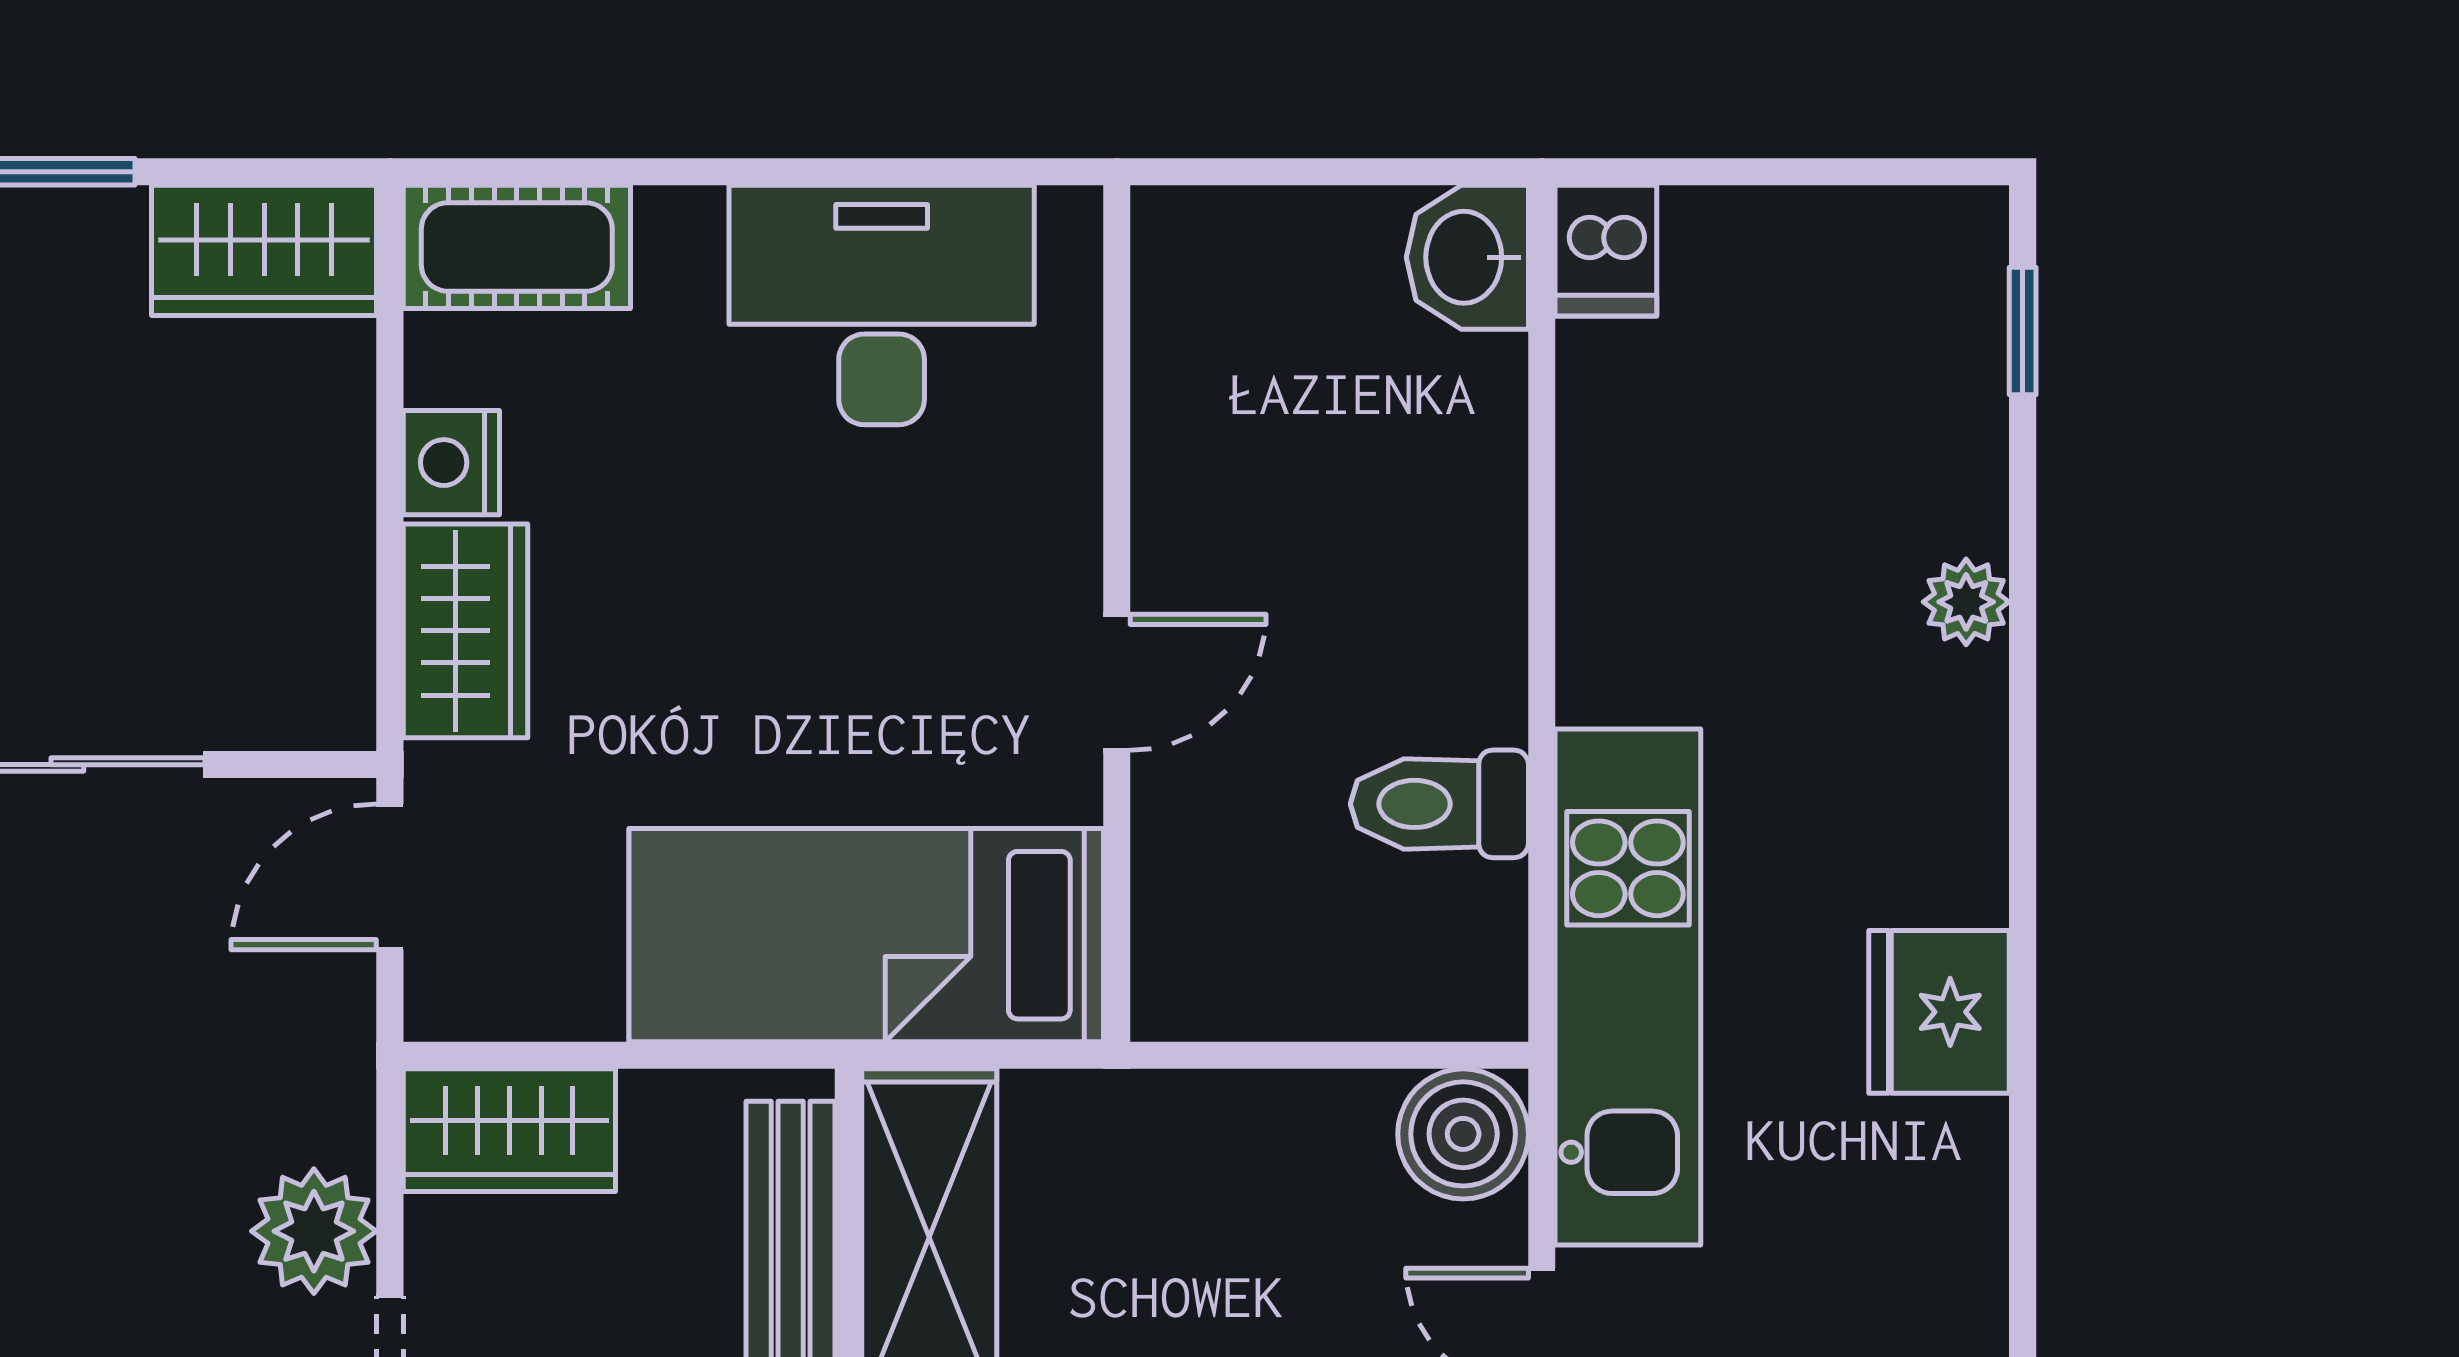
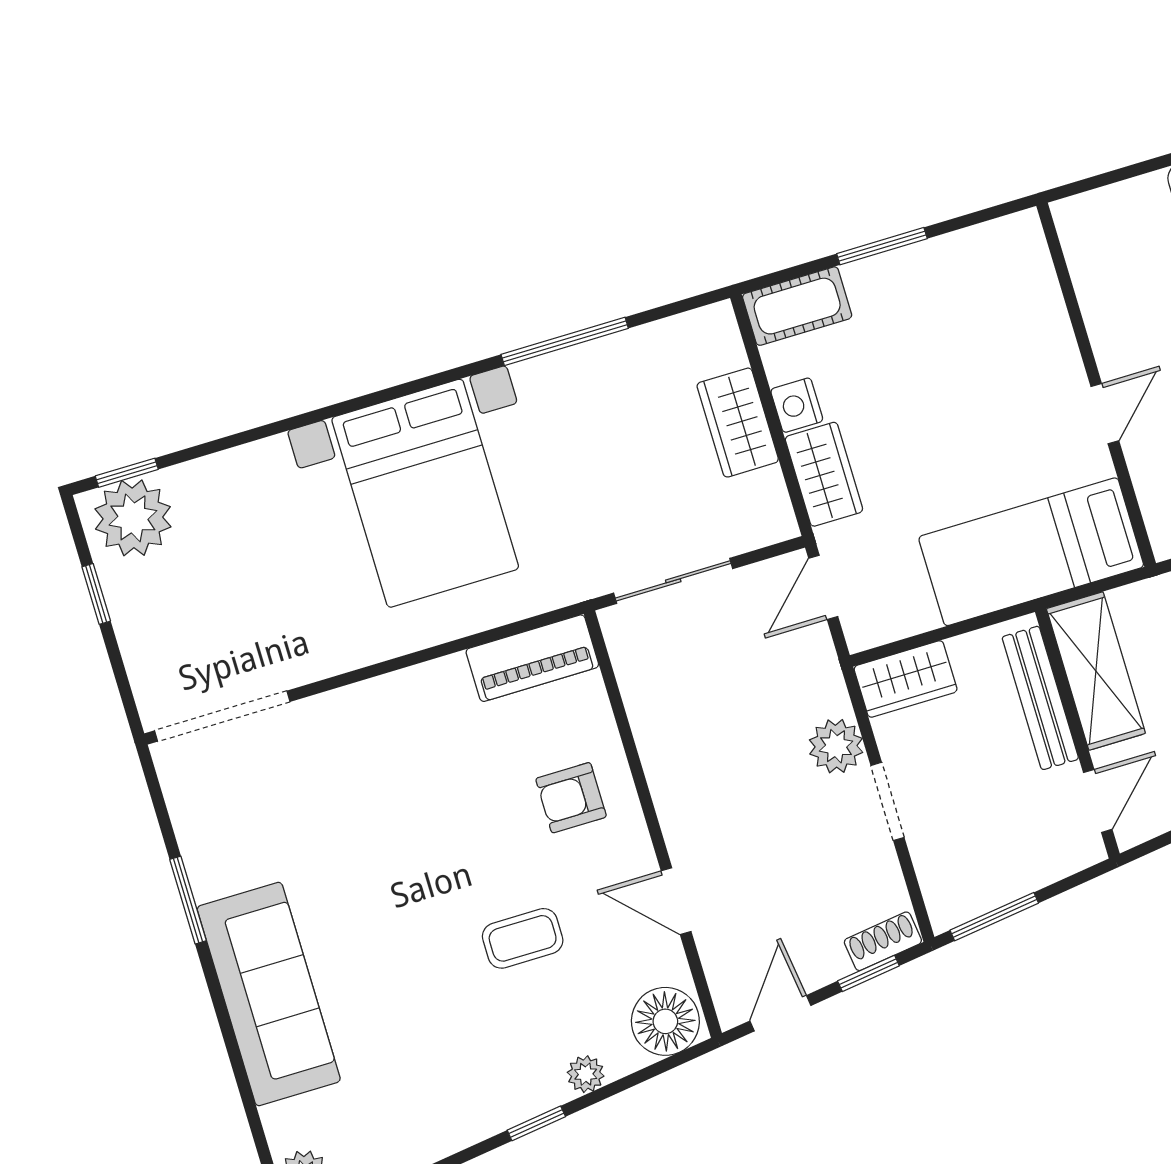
window: (741, 172) -> (882, 246), added
wardrobe: (264, 250) -> (738, 423), moved, turned 90
desk: (882, 305) -> (958, 284), removed

